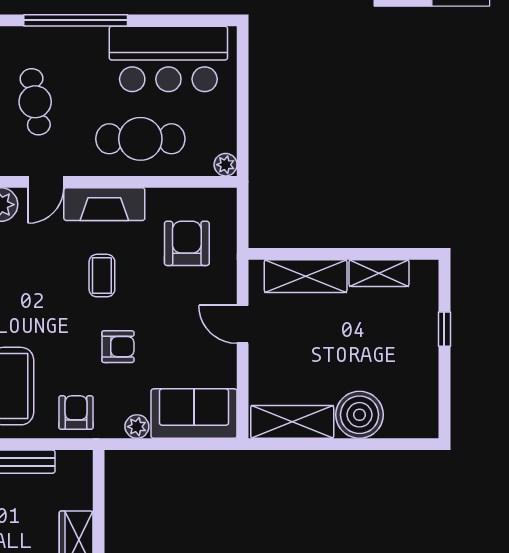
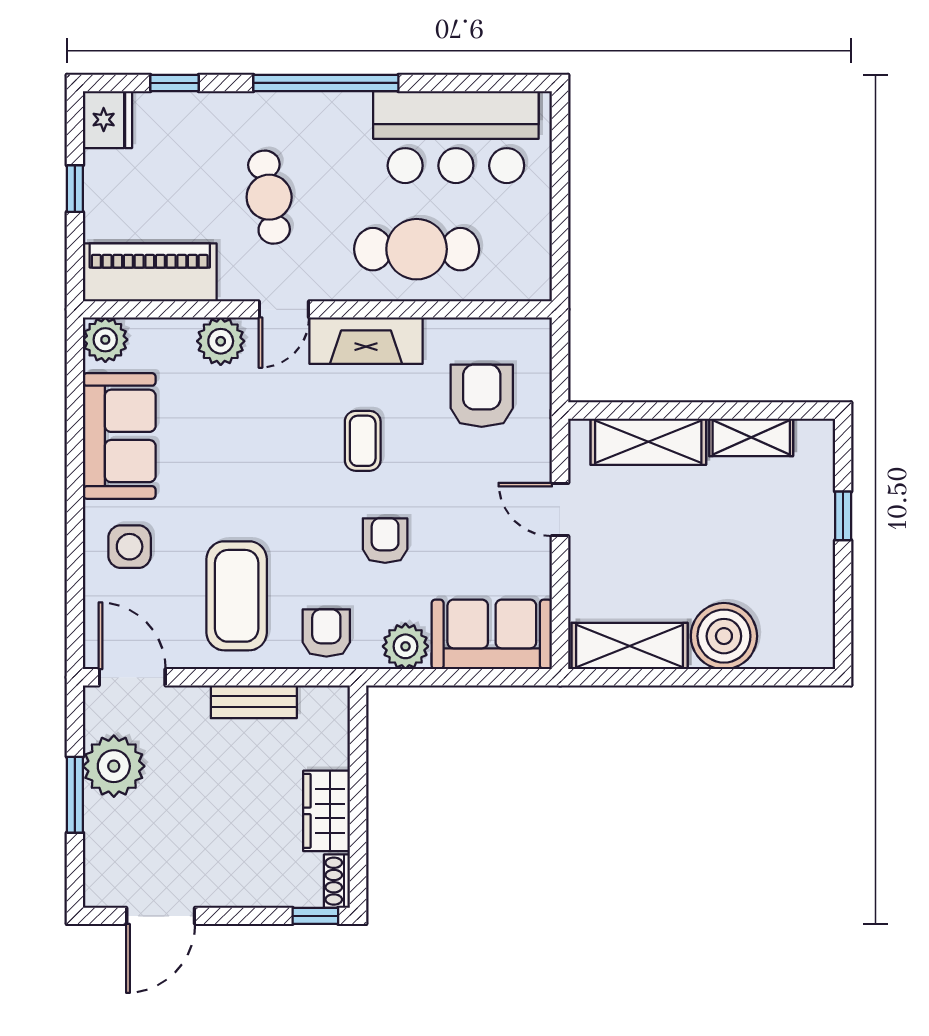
plant: (226, 165) -> (536, 285), removed
armchair: (118, 347) -> (385, 541), turned -90
plant: (137, 427) -> (405, 646), width x1.38, depth x1.38

